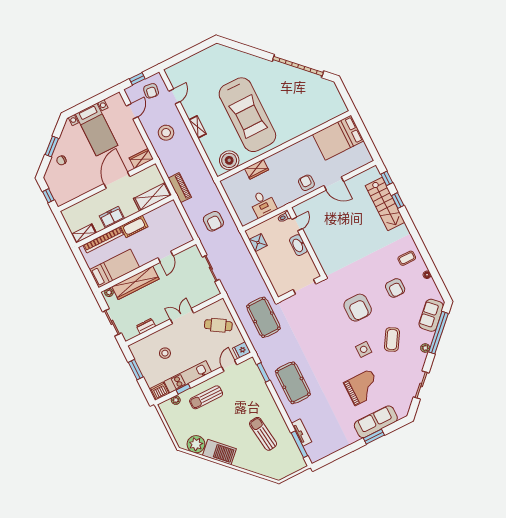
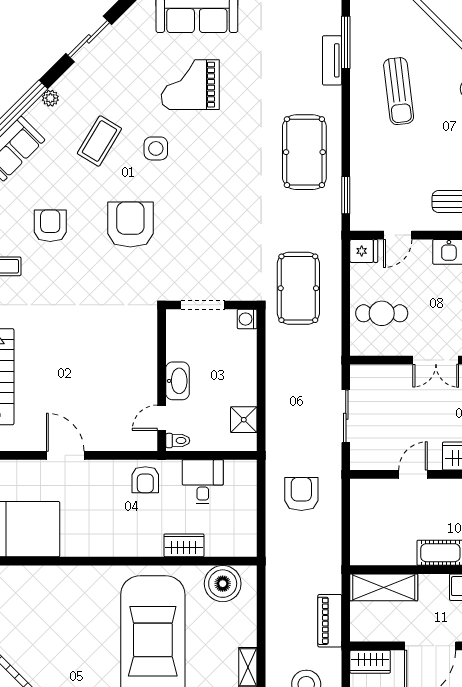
armchair: (306, 183) -> (145, 480), moved
piano: (180, 188) -> (330, 621), moved
washing machine: (280, 291) -> (247, 319), added
cafe table: (218, 325) -> (382, 313), turned -32

